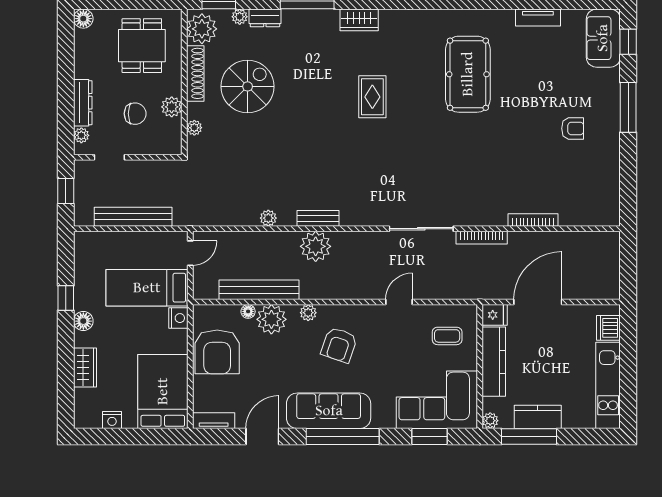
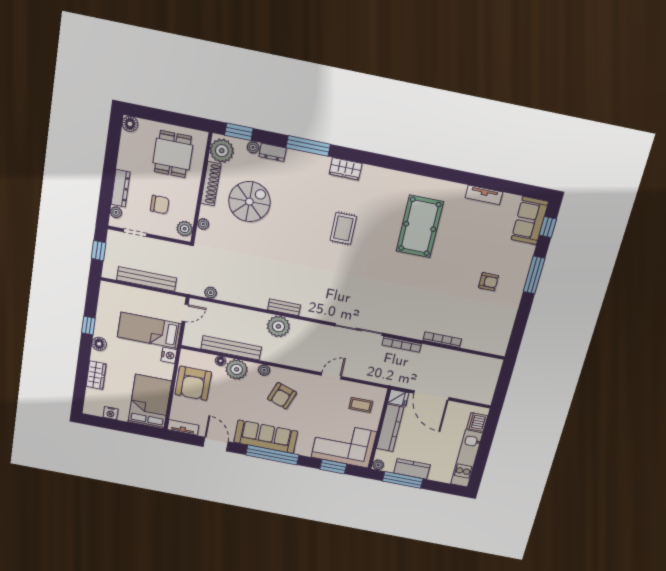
plant: (172, 107) -> (185, 229), moved
plant: (268, 218) -> (211, 293), moved
door: (538, 302) -> (431, 395), swing flipped
door: (262, 437) -> (216, 444), hinge flipped

